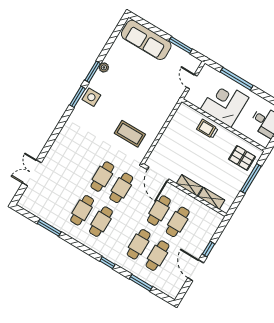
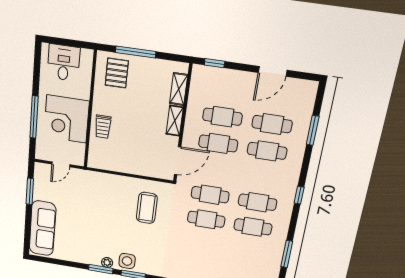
plant: (104, 67) -> (107, 262), moved
window: (209, 249) -> (214, 63), moved
window: (107, 263) -> (299, 195), moved

